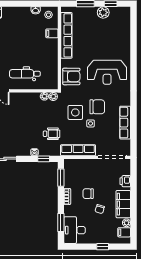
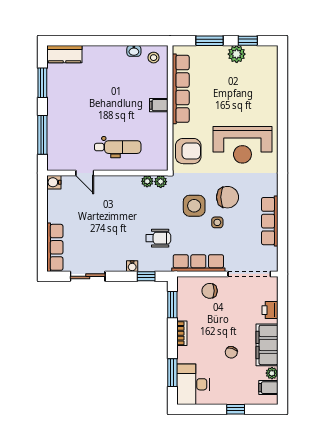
filing cabinet: (52, 33) -> (159, 105), moved
dental chair: (25, 74) -> (118, 147), turned 180
chair: (88, 194) -> (210, 291), moved

